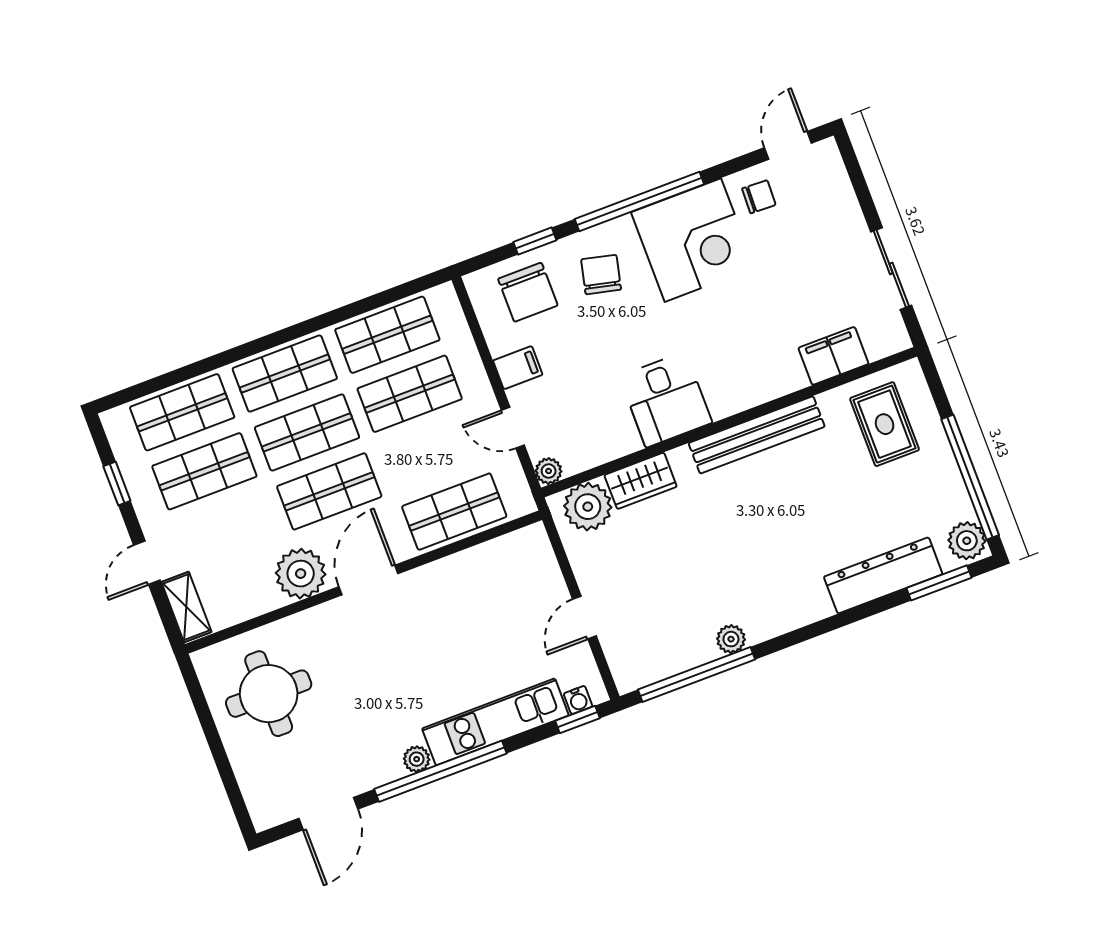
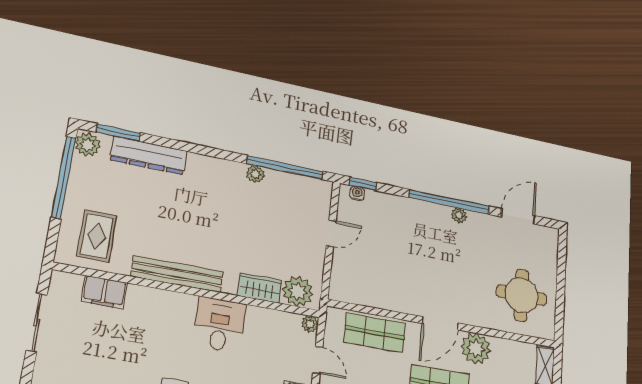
kitchen unit: (495, 722) -> (408, 209), removed

